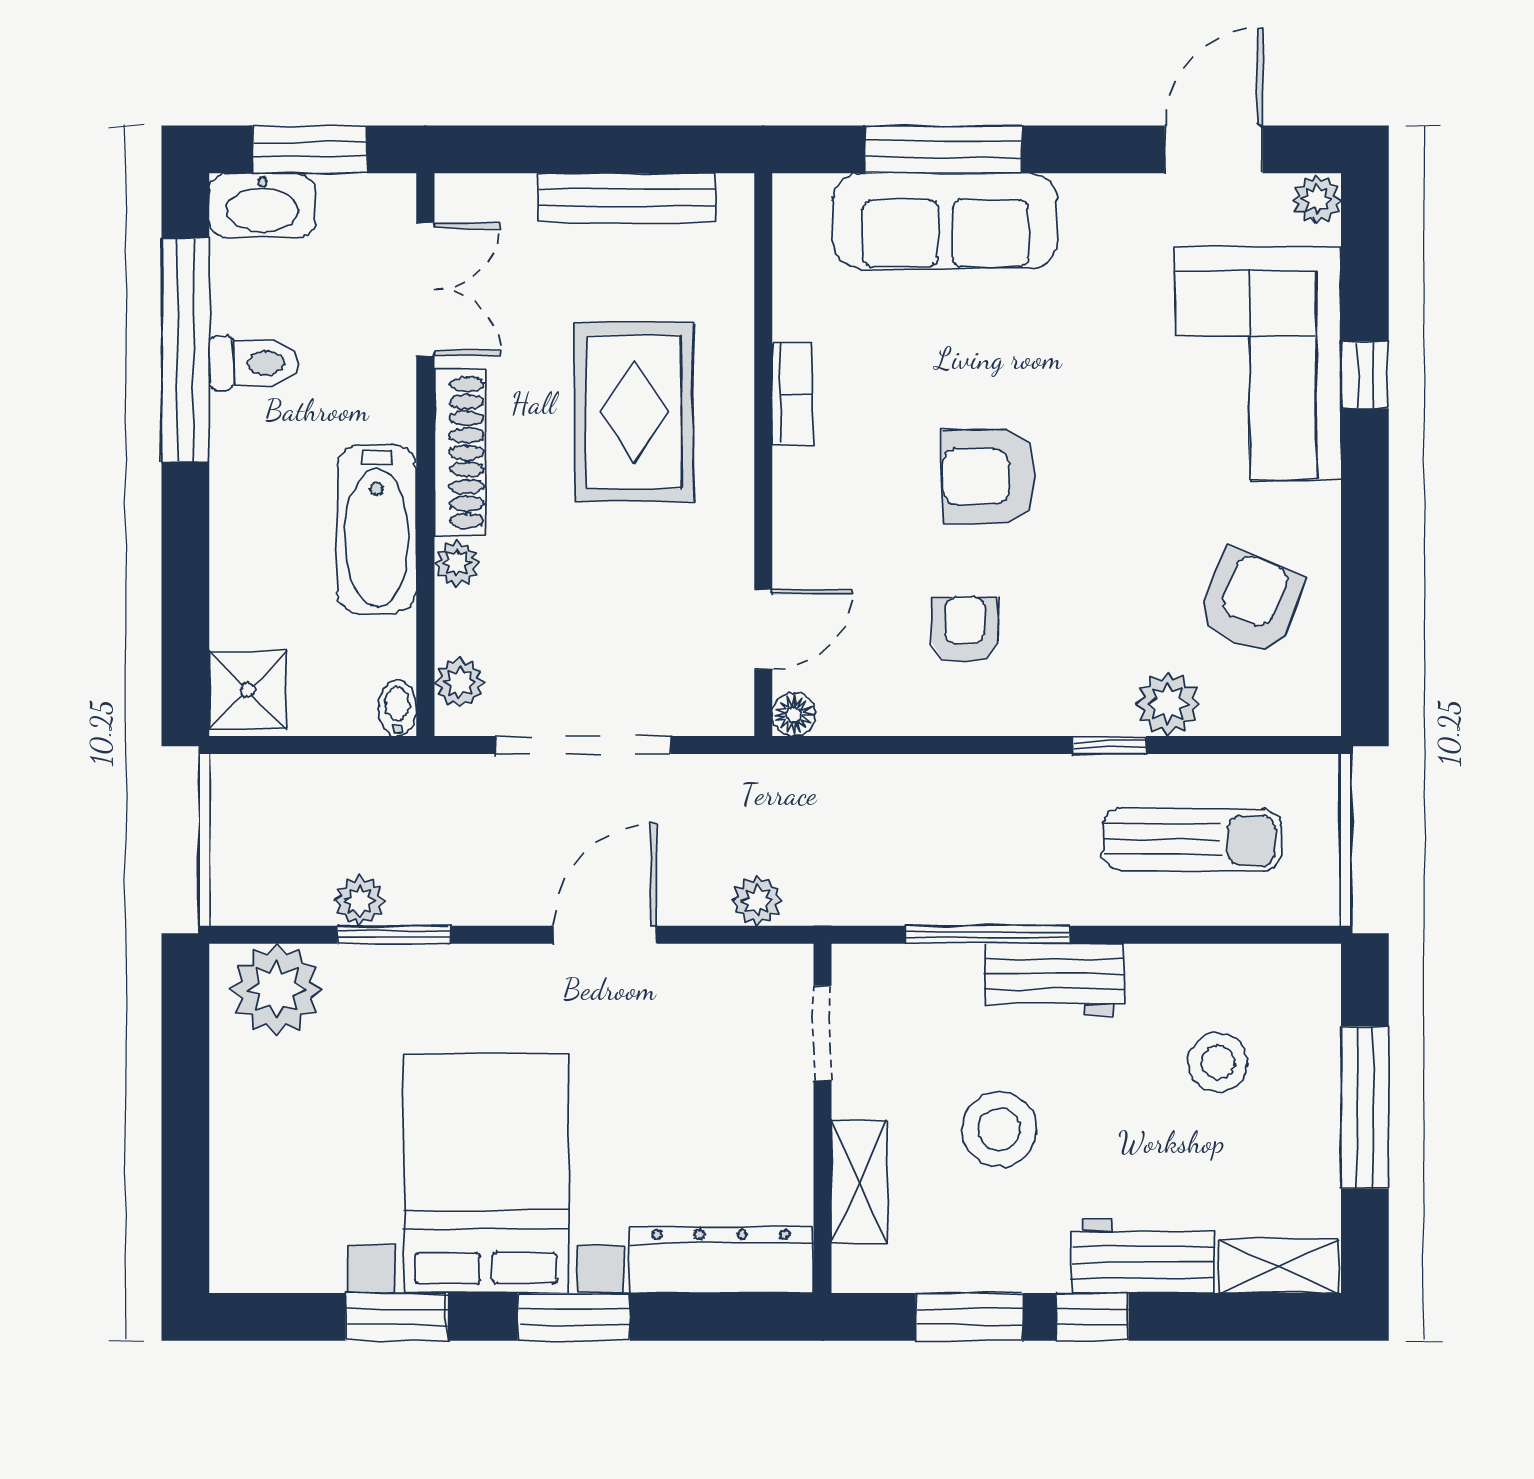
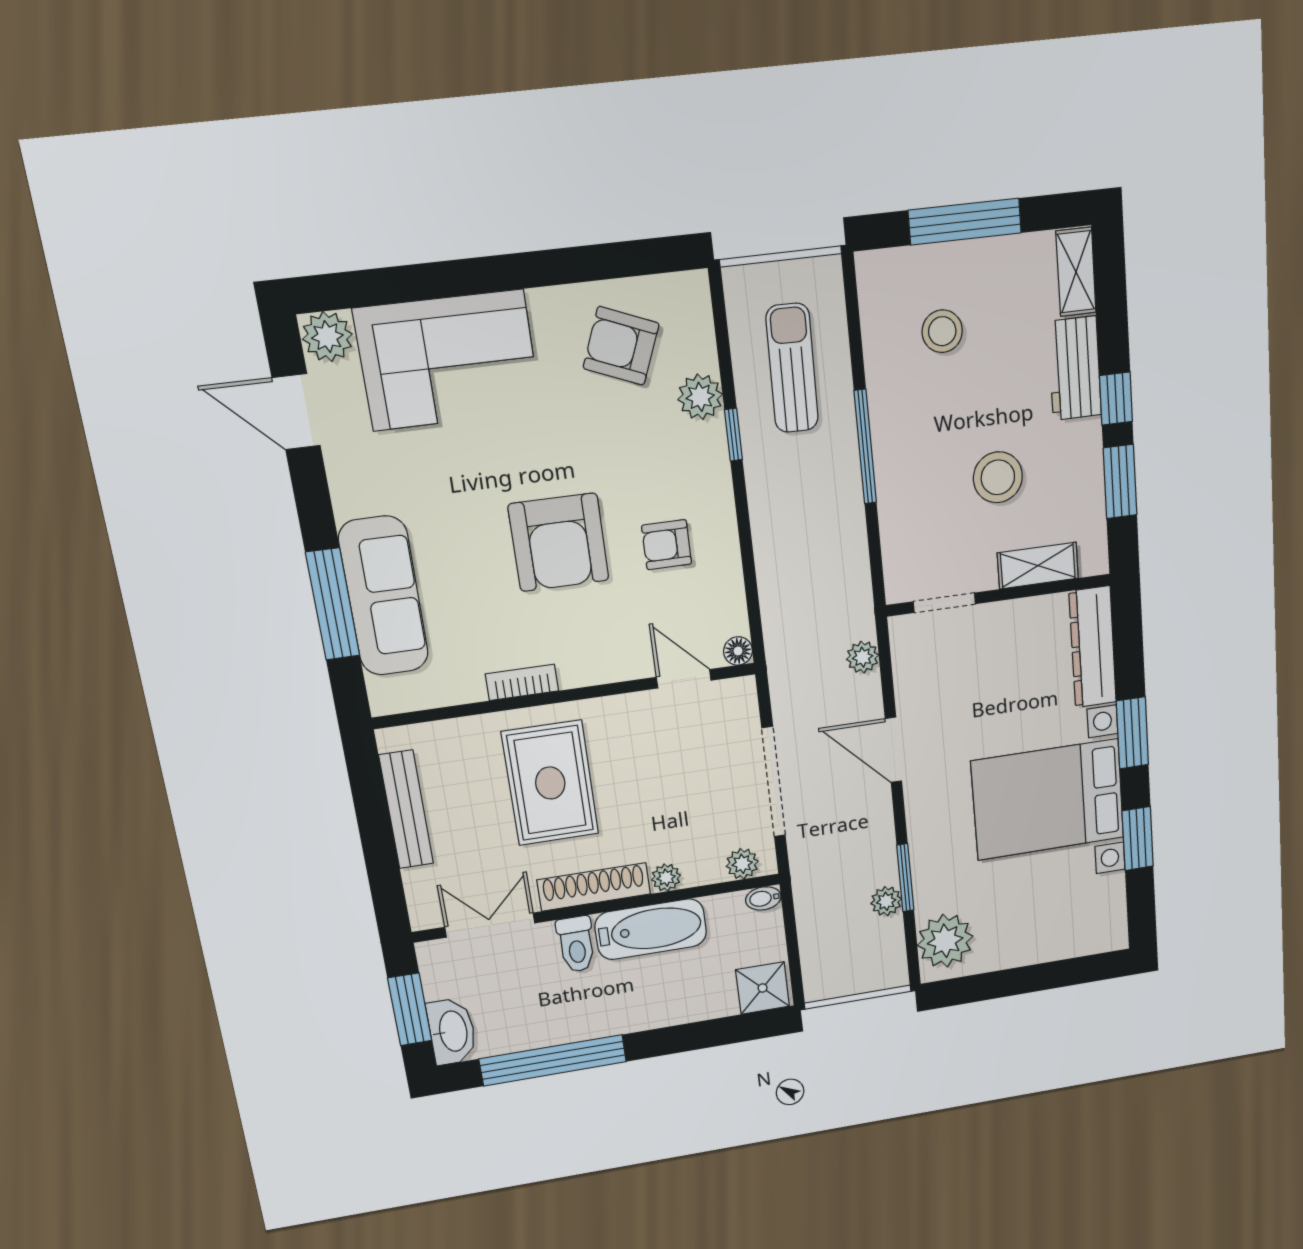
plant: (1317, 199) -> (327, 337), width x1.38, depth x1.38
toilet: (254, 363) -> (576, 944), moved, turned 180
window: (1365, 375) -> (444, 279), removed
rug: (634, 412) -> (550, 783), turned 90
armchair: (989, 476) -> (559, 542), width x1.36, depth x1.36
window: (987, 935) -> (865, 447), moved
workbench: (1054, 979) -> (896, 453), removed

